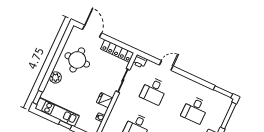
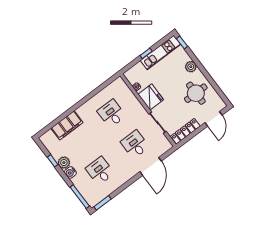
door: (92, 31) -> (214, 119), hinge flipped
printer: (140, 61) -> (166, 146), removed
door: (166, 65) -> (151, 166), width x1.88
fridge: (105, 100) -> (151, 97), width x1.88, depth x1.34

